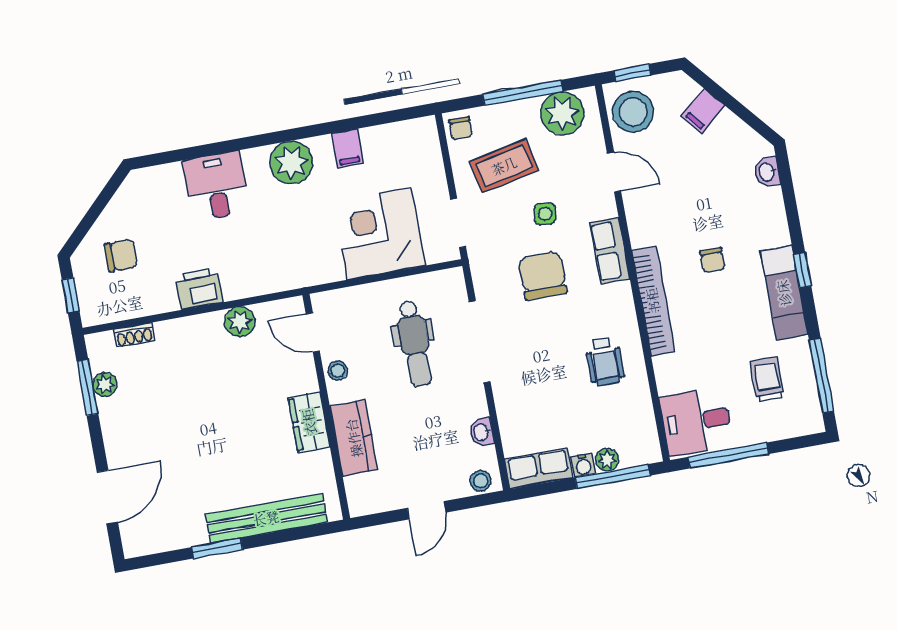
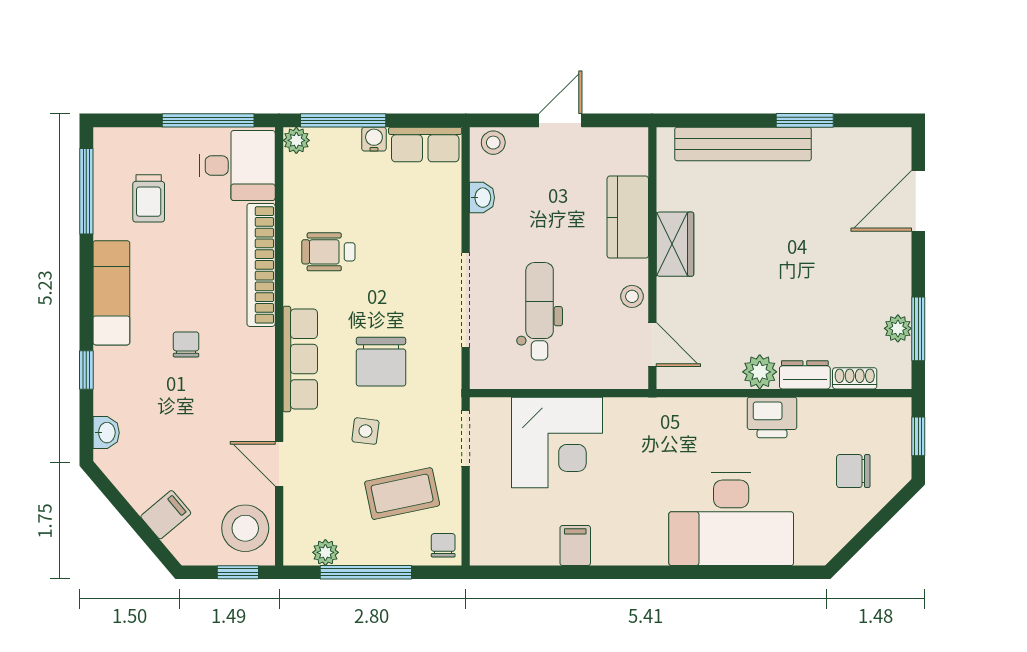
plant: (562, 113) -> (325, 552), width x0.53, depth x0.53
plant: (291, 162) -> (642, 541), removed
desk: (216, 186) -> (731, 519), width x1.87, depth x1.30
row of seats: (610, 251) -> (300, 359), width x1.48
window: (802, 270) -> (86, 370), moved
bookcase: (653, 301) -> (261, 265), moved
plant: (240, 322) -> (760, 372), moved
dresser: (177, 330) -> (805, 375), added
wheelchair: (605, 362) -> (328, 252), turned -90
plant: (607, 460) -> (296, 140), moved

